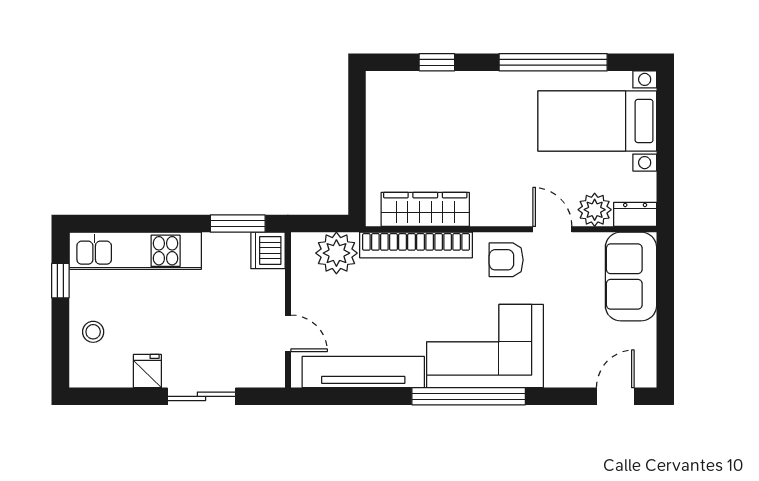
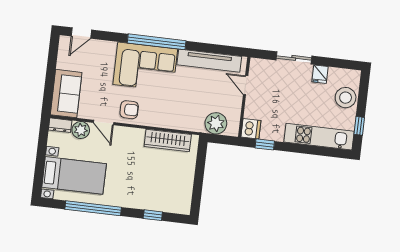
window: (238, 224) -> (265, 144), width x0.67
bookcase: (416, 245) -> (175, 123), removed
stool: (93, 332) -> (346, 98), width x1.89, depth x1.89

